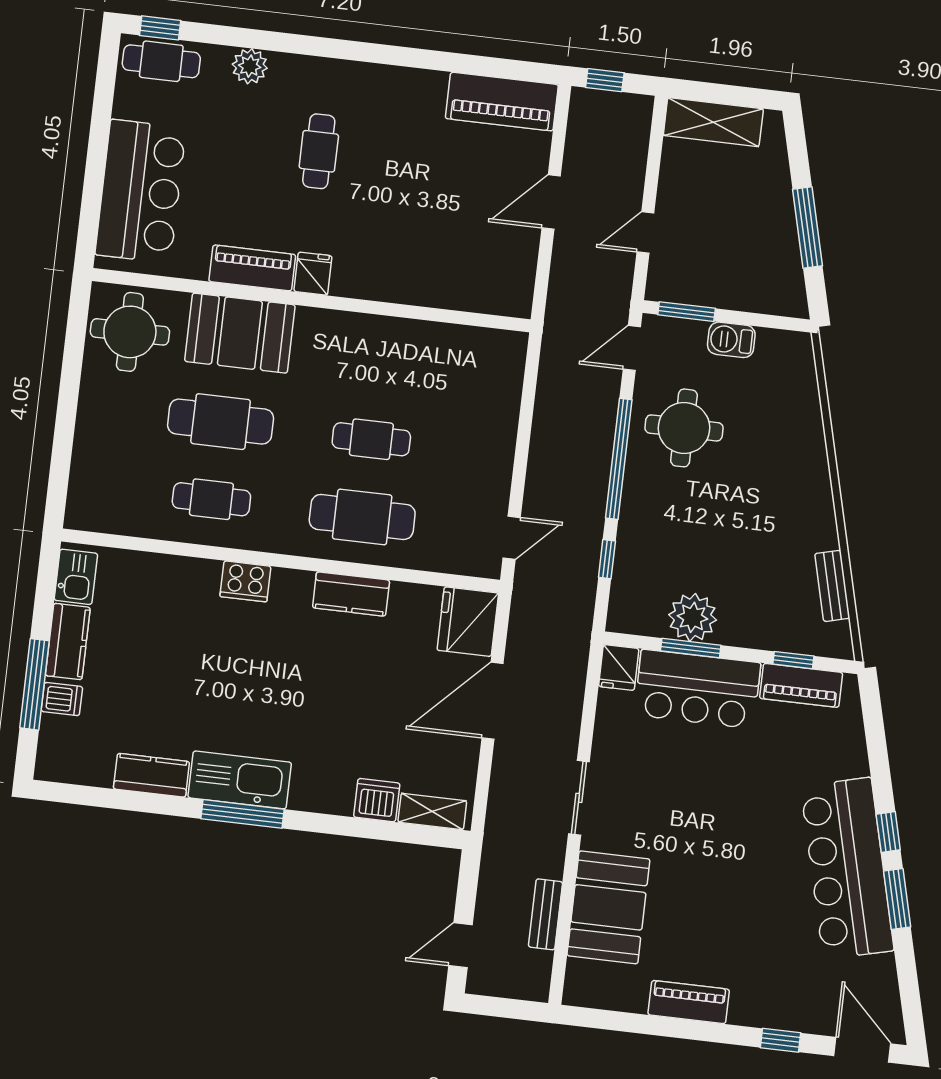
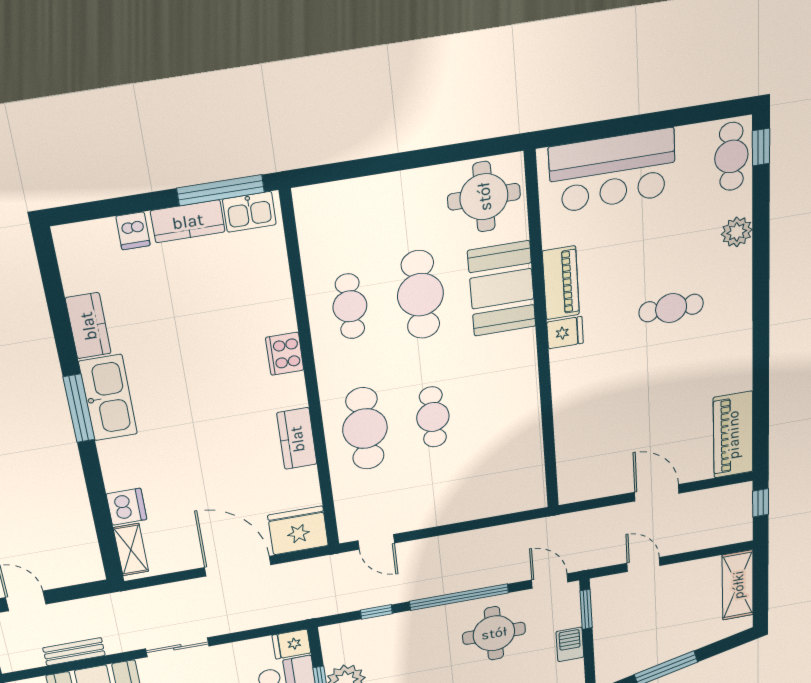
window: (35, 684) -> (221, 190), moved

